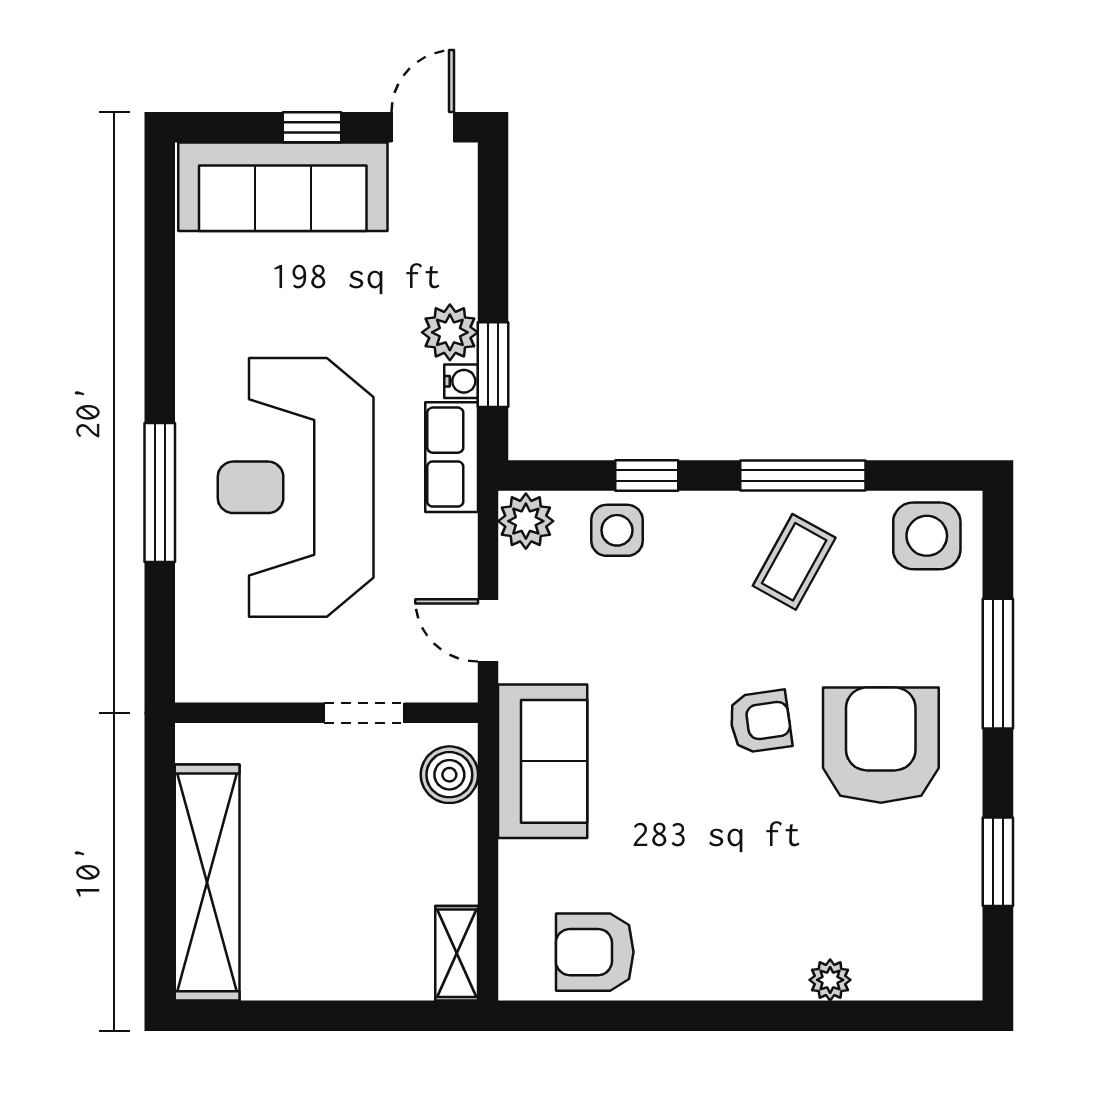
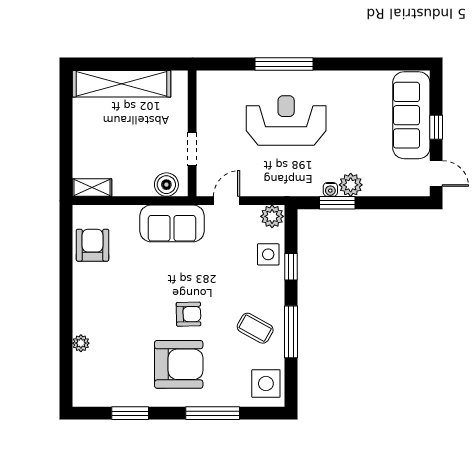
row of seats: (452, 457) -> (299, 186), removed
reception desk: (296, 487) -> (286, 121), width x0.74, depth x0.77
armchair: (760, 722) -> (189, 314), turned -83

